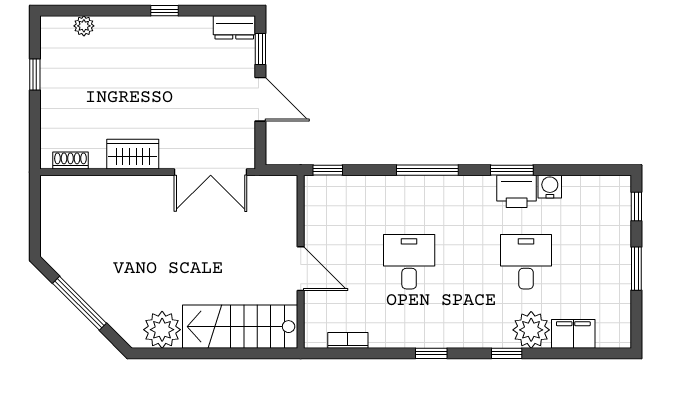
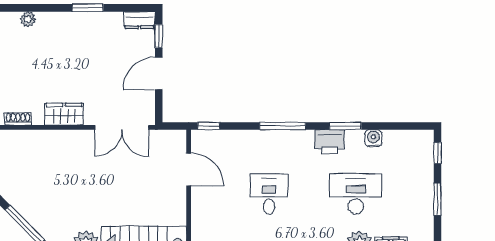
window: (164, 11) -> (88, 8), width x1.50
door: (260, 99) -> (159, 73), swing flipped
printer: (517, 191) -> (330, 142), moved
desk: (526, 262) -> (356, 194), width x1.37
door: (301, 269) -> (189, 169), moved

